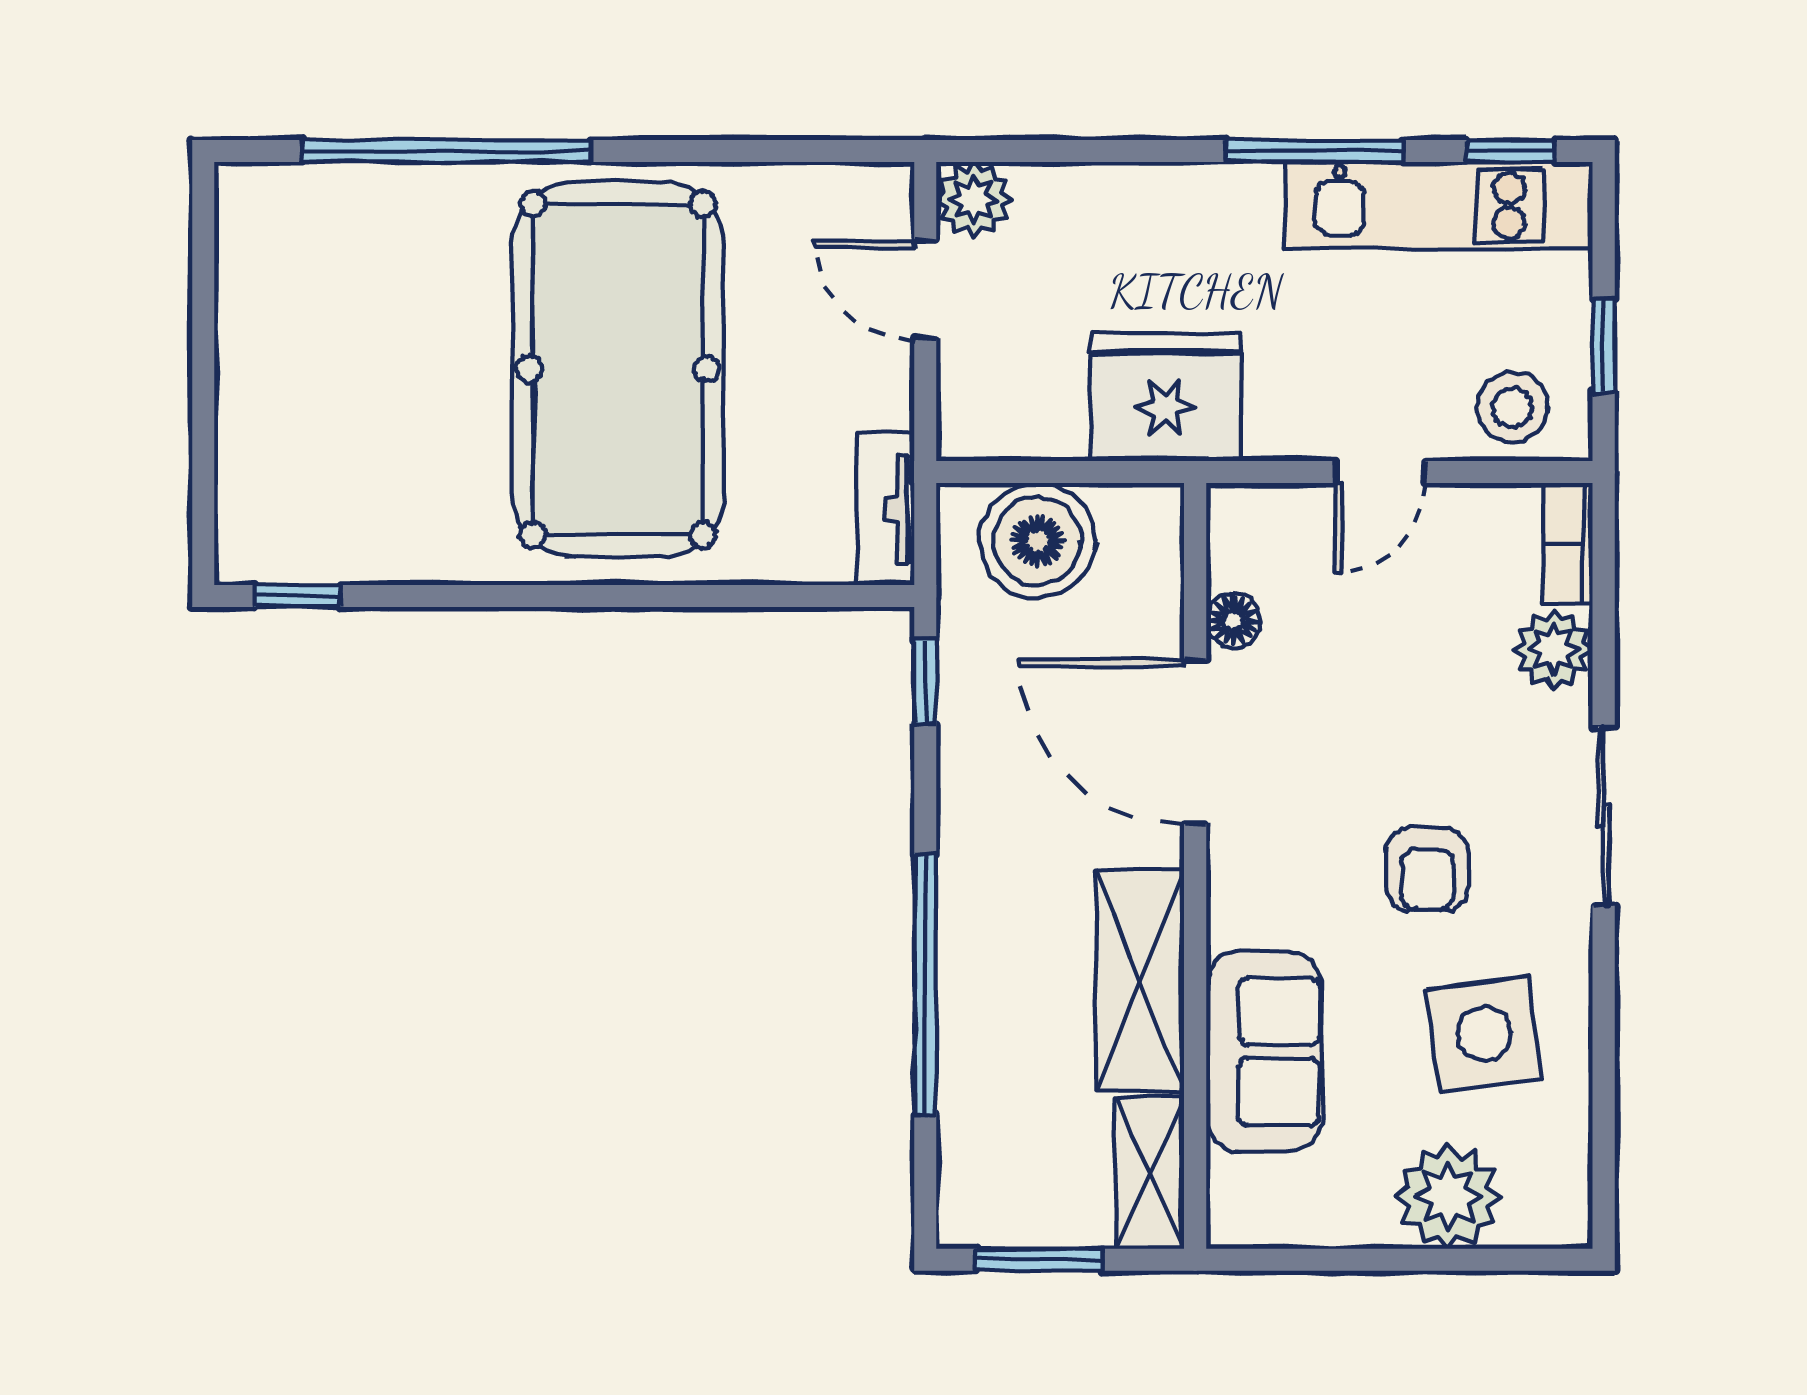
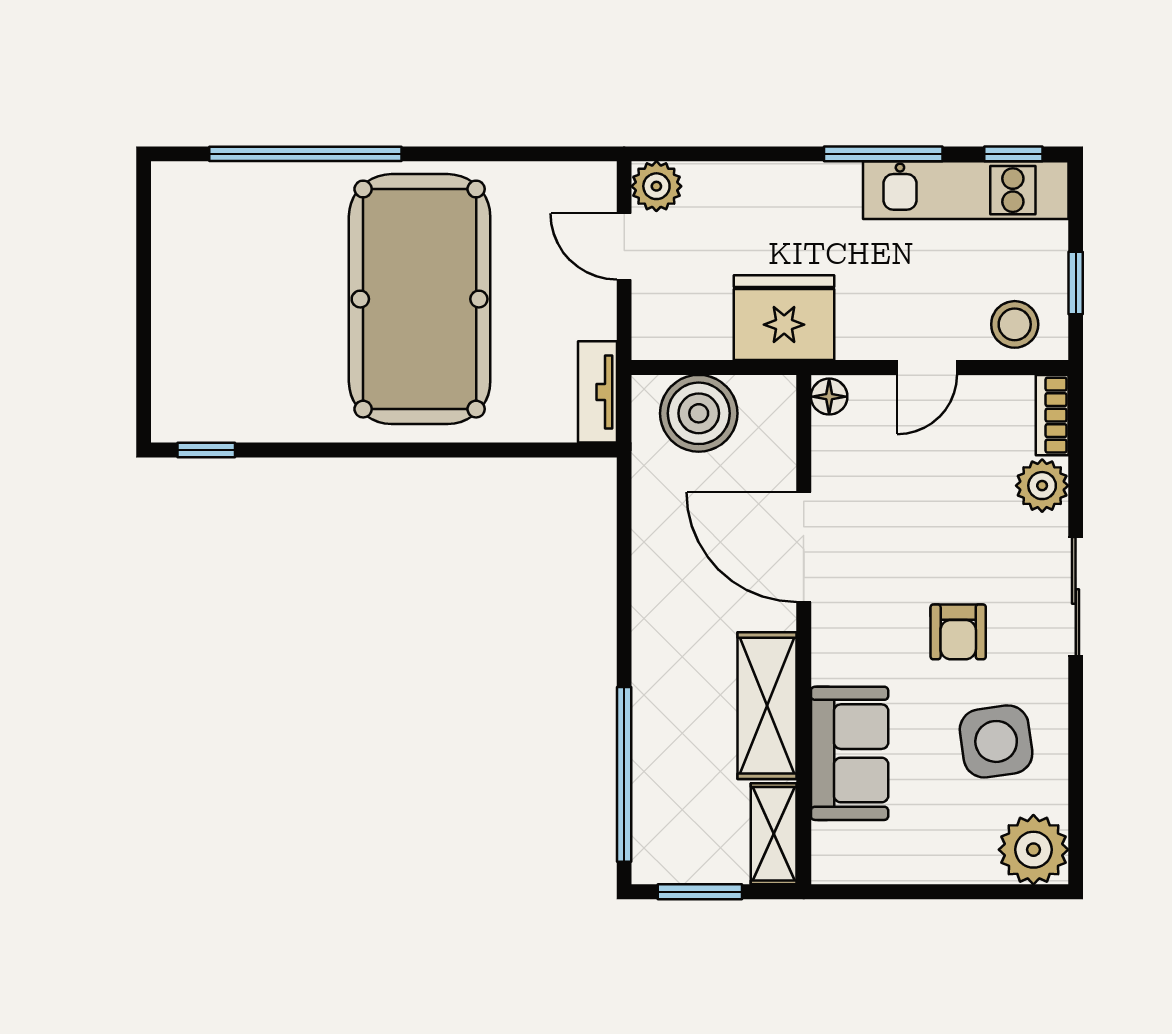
floor lamp: (1233, 621) -> (829, 397), moved
window: (925, 681) -> (624, 507), removed
window: (925, 985) -> (624, 774), moved
plant: (1448, 1197) -> (1033, 850), moved

